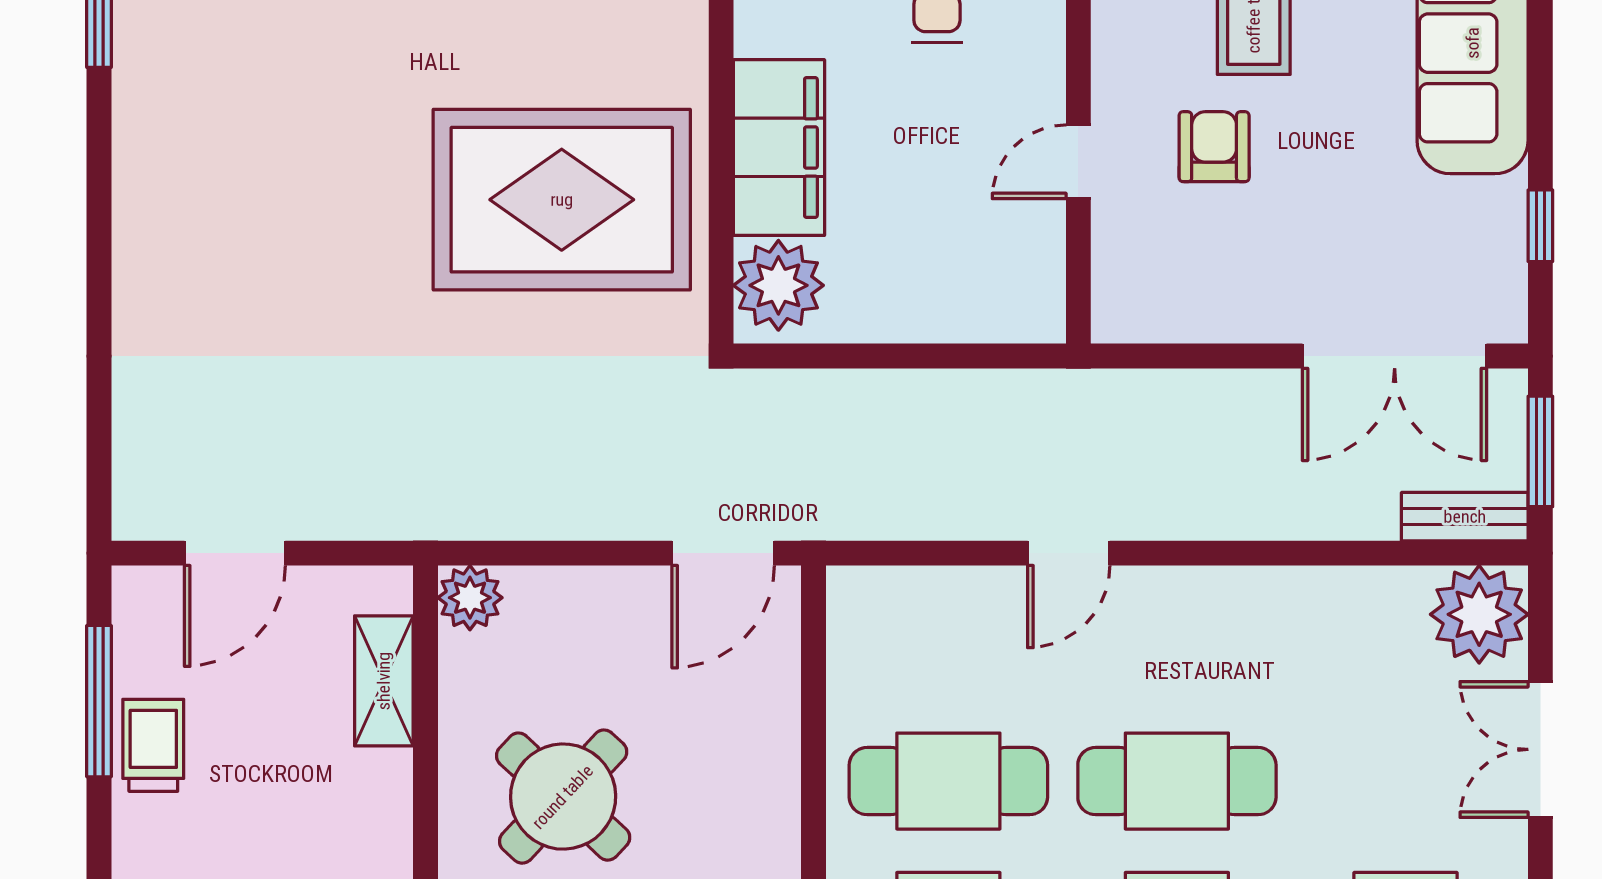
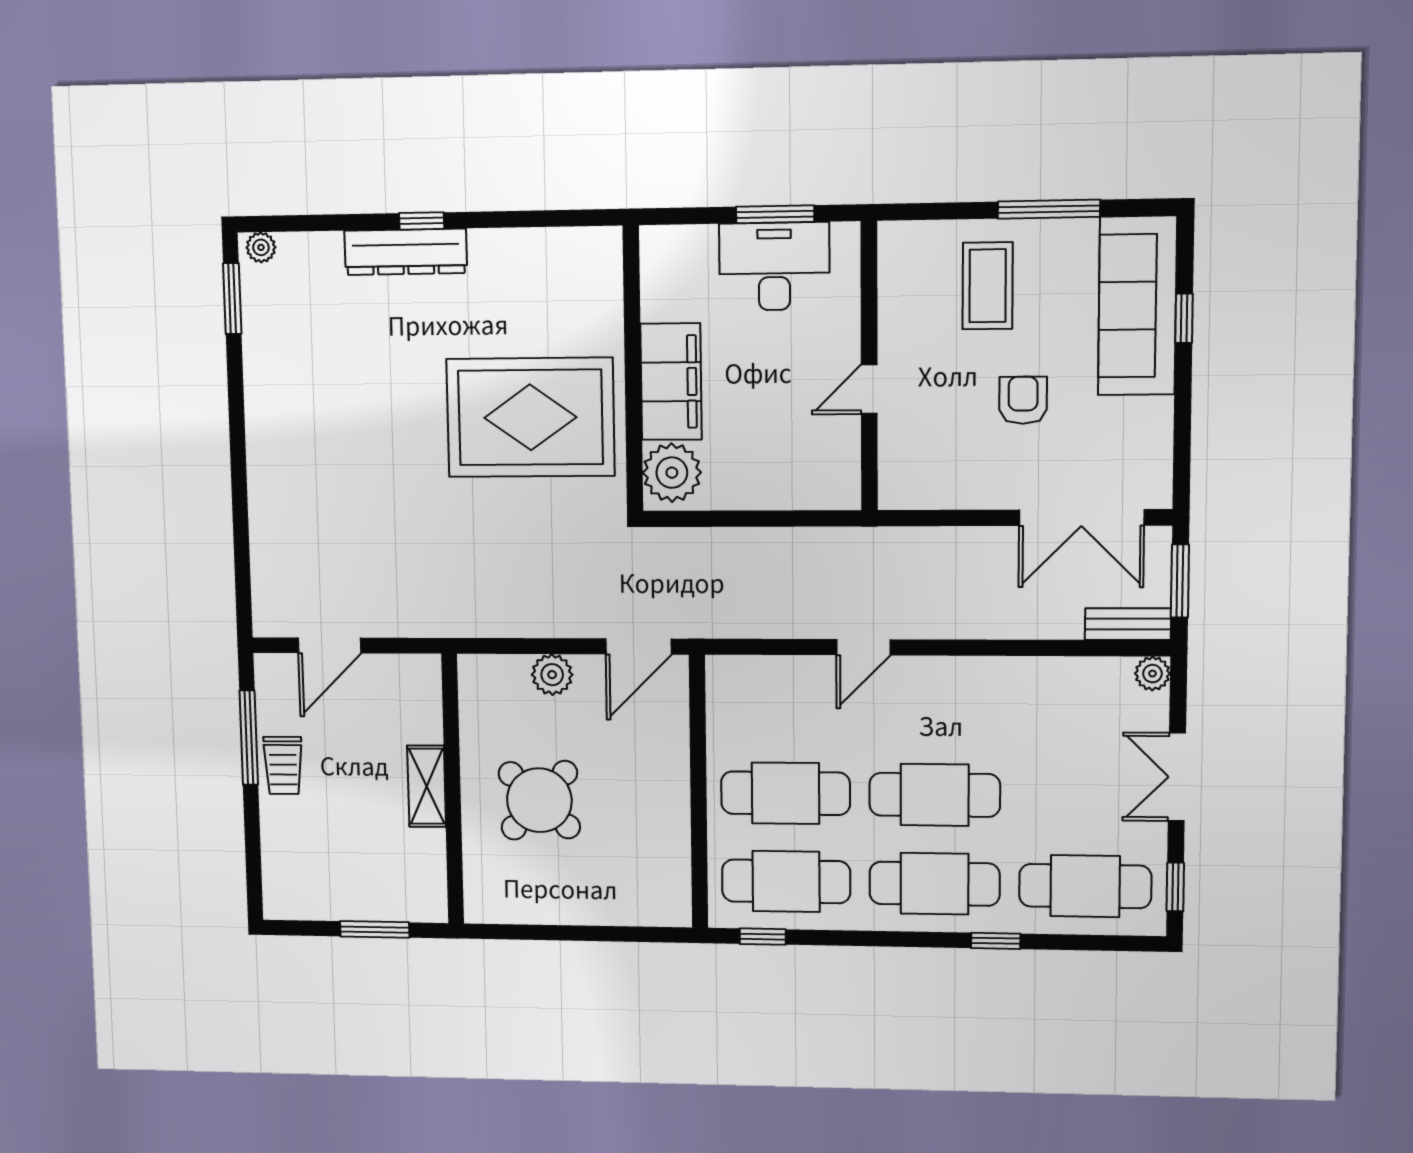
armchair: (1214, 147) -> (1023, 400), moved
window: (1540, 226) -> (1184, 318), moved
plant: (470, 598) -> (552, 675), moved
plant: (1479, 614) -> (1152, 674), width x0.53, depth x0.53
shelving: (384, 681) -> (427, 786), moved
trolley: (153, 745) -> (283, 765), turned 180

